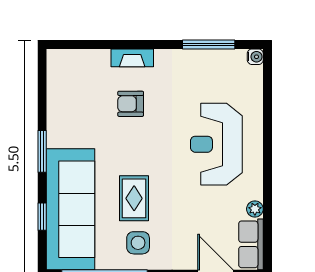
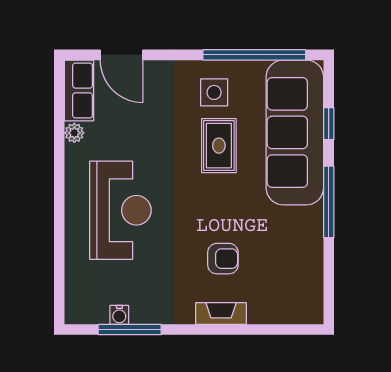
water cooler: (255, 57) -> (119, 315), moved, turned -90
window: (42, 151) -> (329, 202), width x1.44

